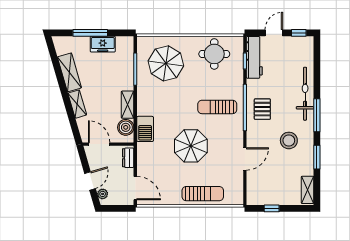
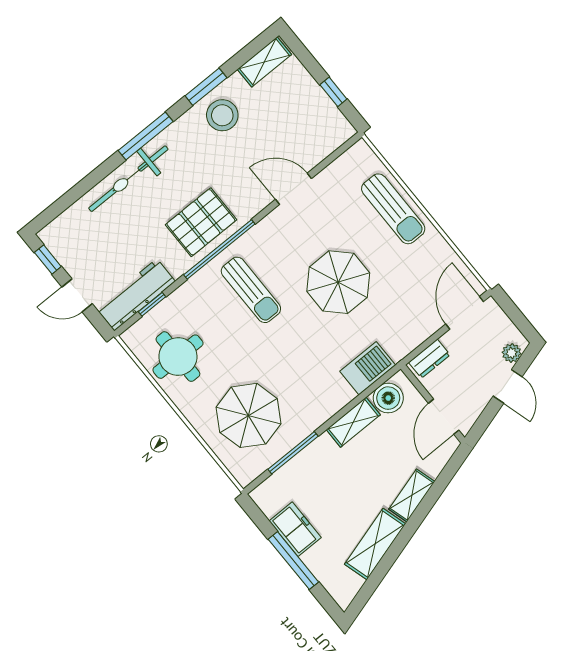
pallet: (262, 109) -> (201, 222), width x1.50, depth x1.42
stool: (289, 140) -> (222, 115), moved
door: (90, 181) -> (508, 386), swing flipped
sun lounger: (203, 194) -> (393, 209), turned 180

